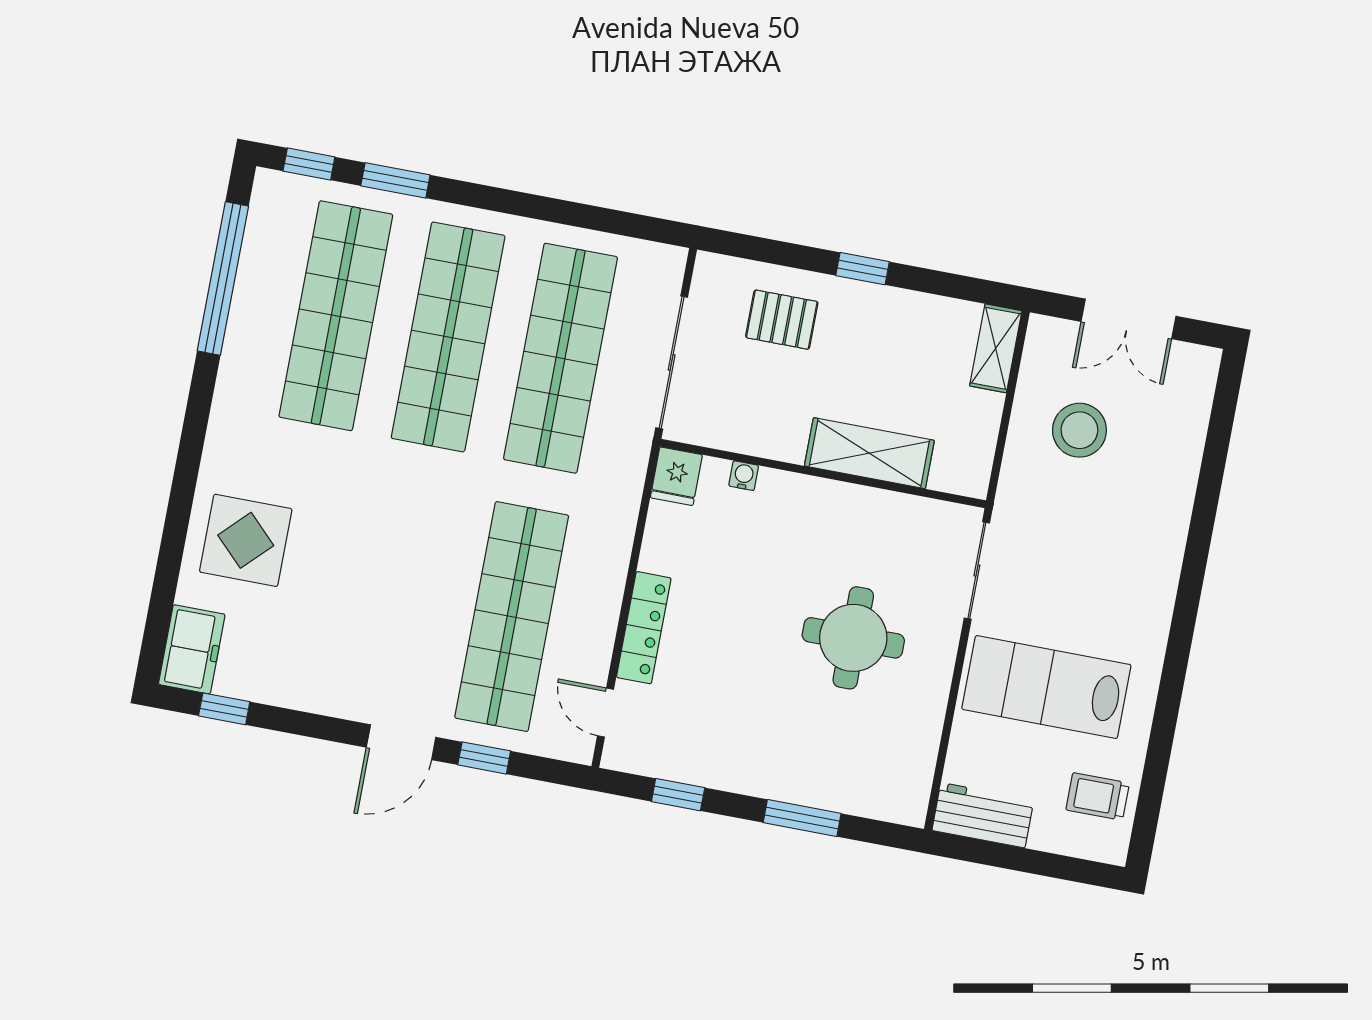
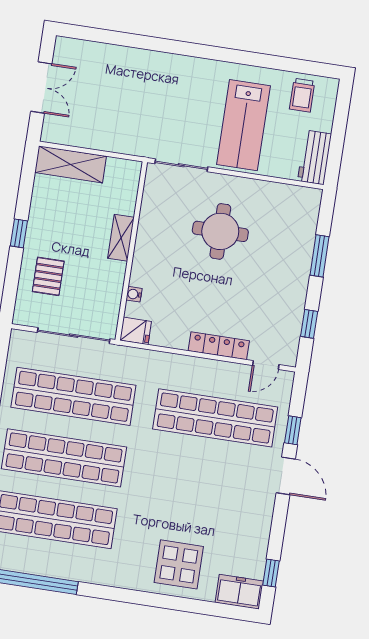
shelving: (996, 348) -> (71, 164), width x1.50, depth x1.33
stool: (1079, 430) -> (103, 112), removed
shelving: (869, 453) -> (121, 238), width x0.67, depth x0.75

